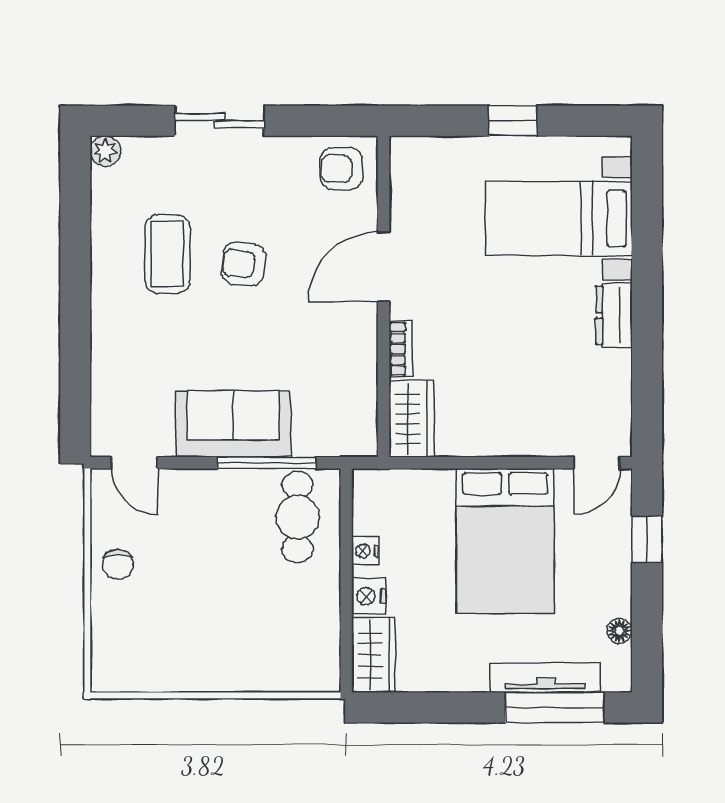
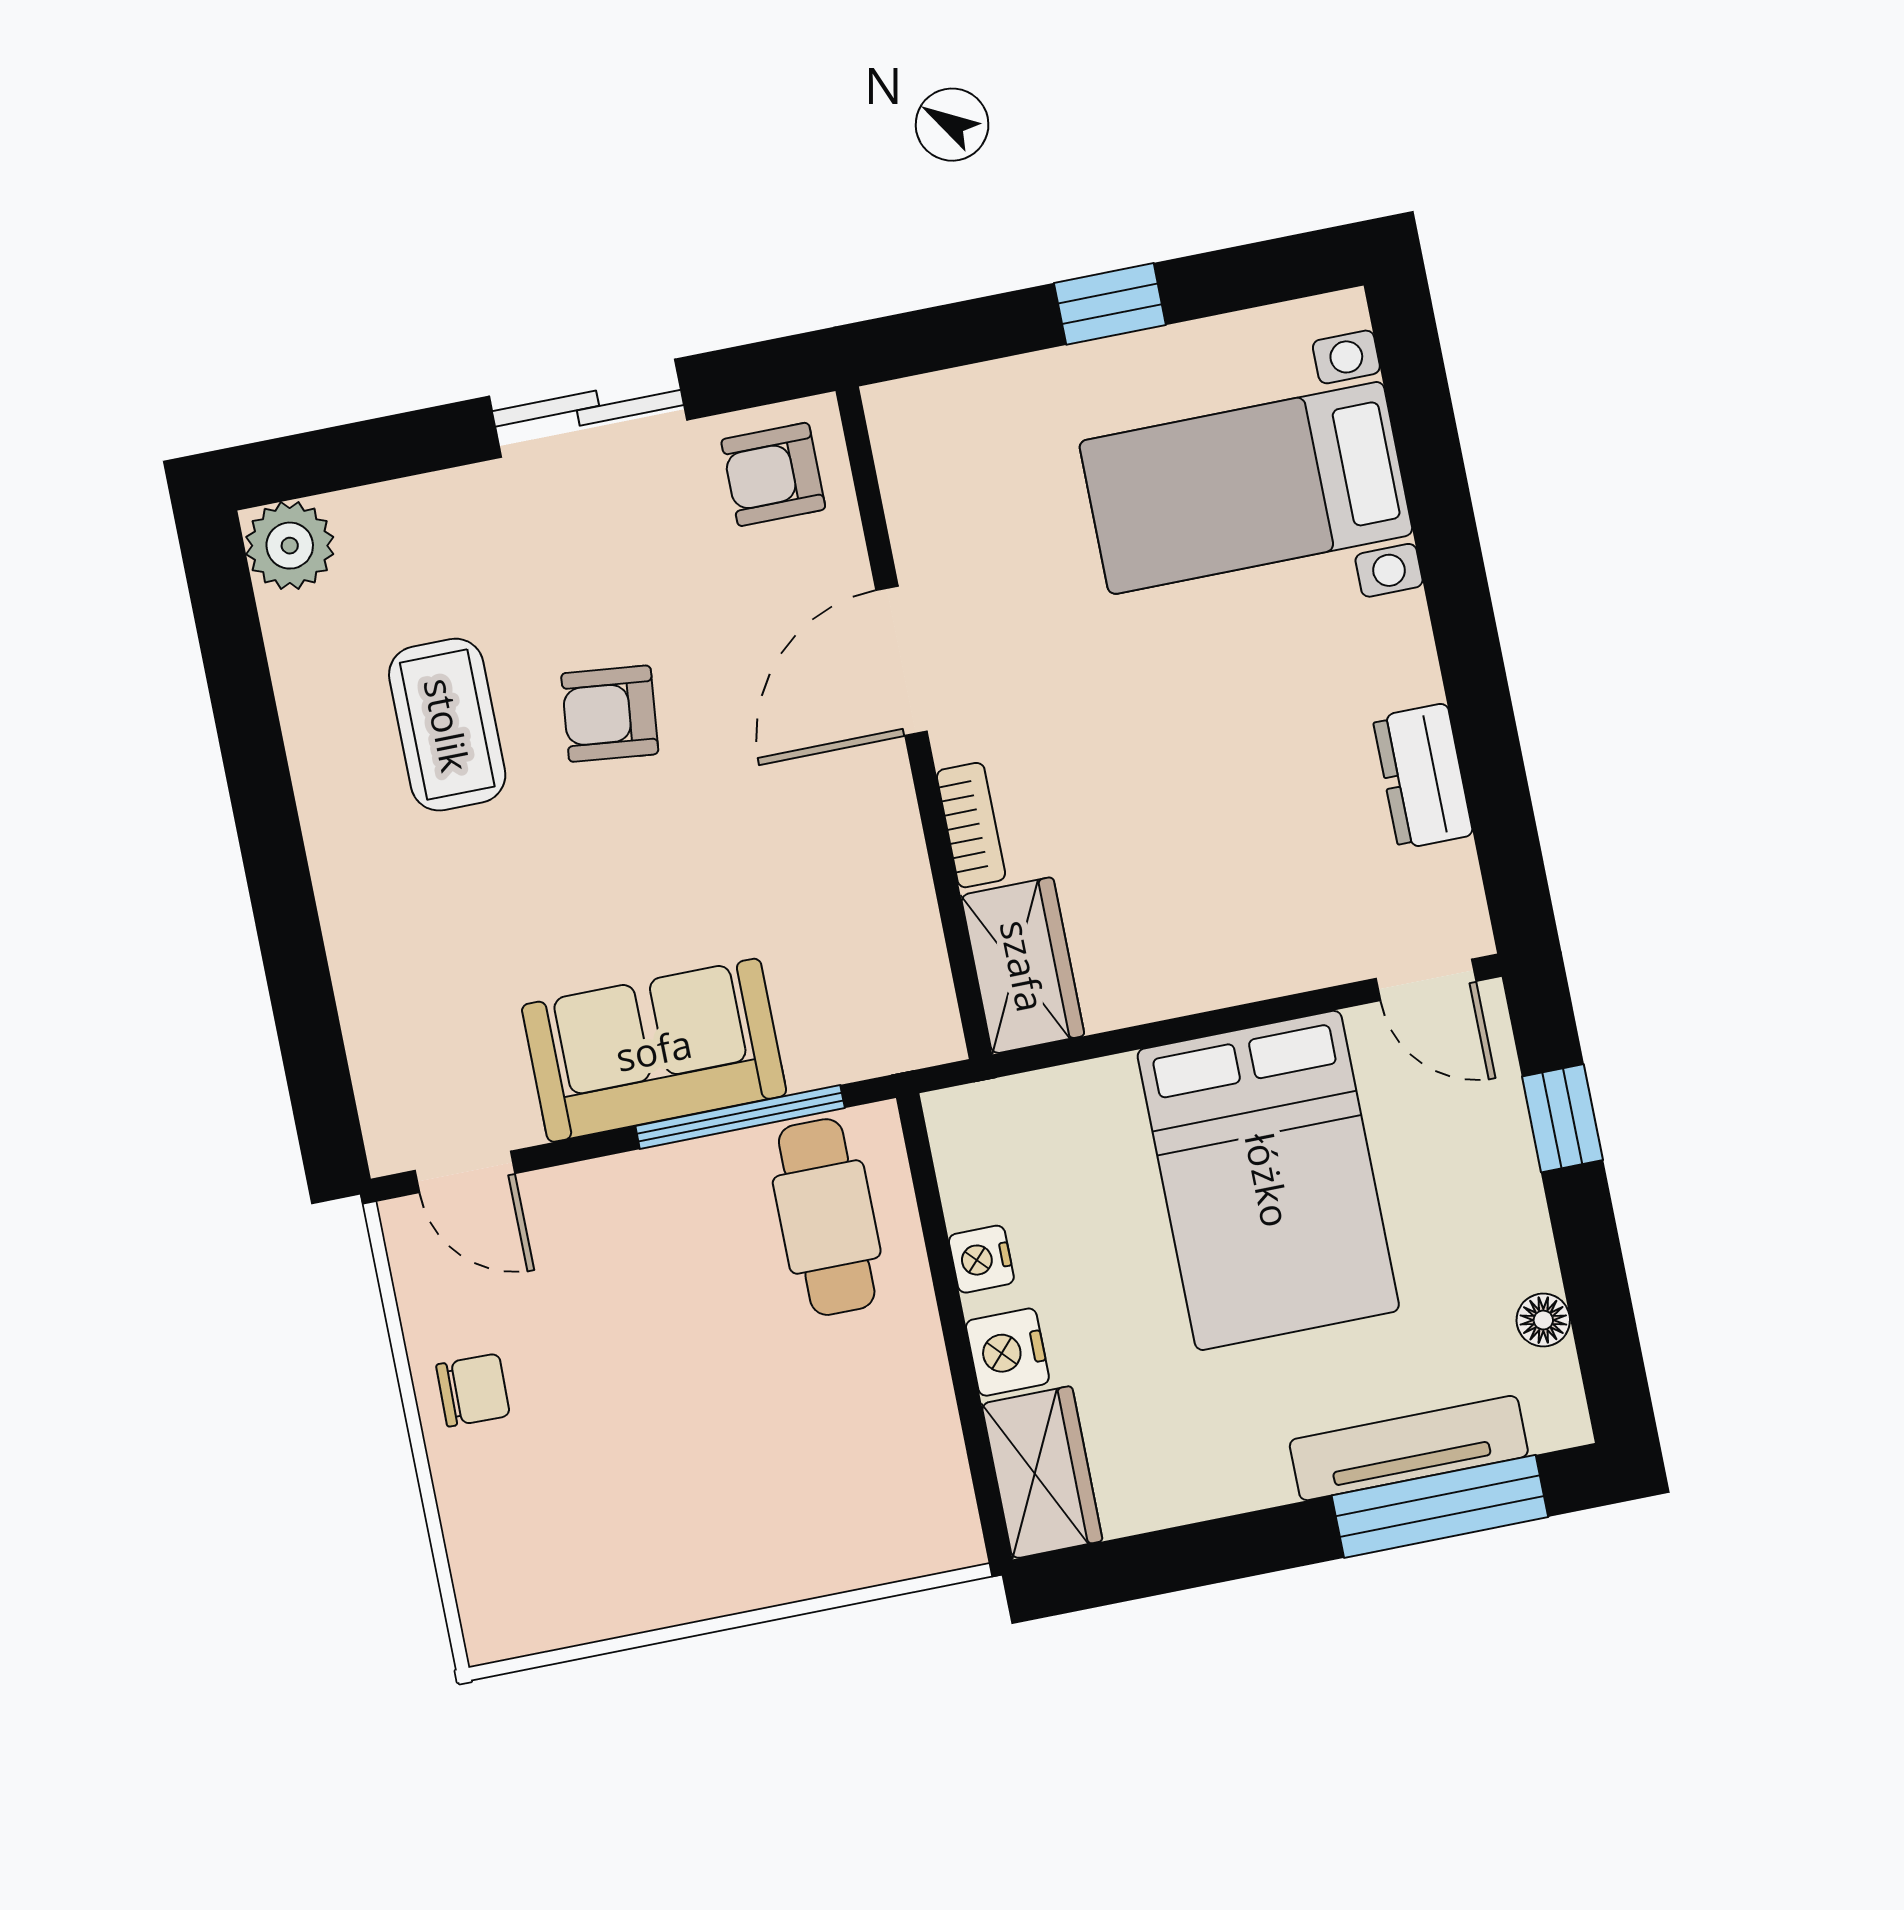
sliding door: (219, 121) -> (588, 408), moved
plant: (105, 151) -> (290, 546), width x1.38, depth x1.38
dresser: (614, 315) -> (1423, 776), moved
door: (597, 463) -> (1426, 980), hinge flipped
chair: (118, 564) -> (473, 1390), turned -89

